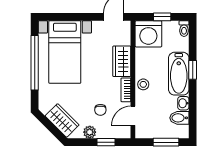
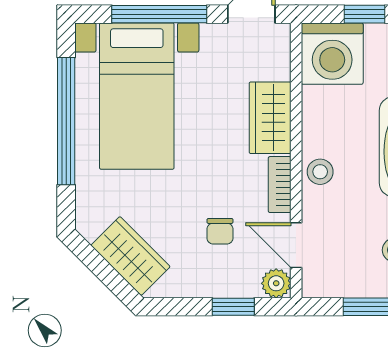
window: (74, 17) -> (159, 14), added
door: (133, 116) -> (296, 245), hinge flipped
plant: (90, 132) -> (276, 283), moved

